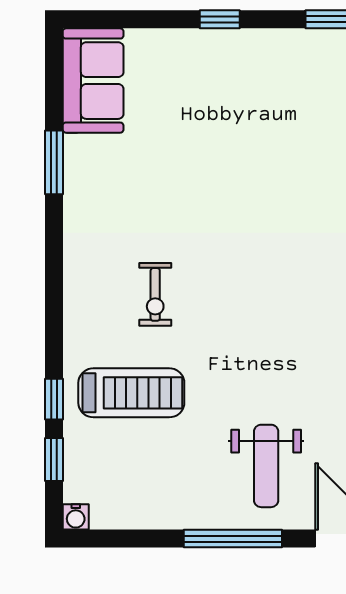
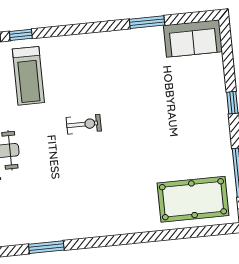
exercise bike: (155, 294) -> (84, 124), moved, turned 180

